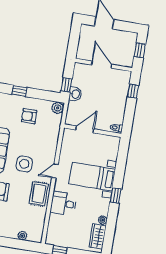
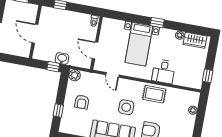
door: (102, 65) -> (35, 34), hinge flipped
door: (55, 171) -> (112, 75), moved

